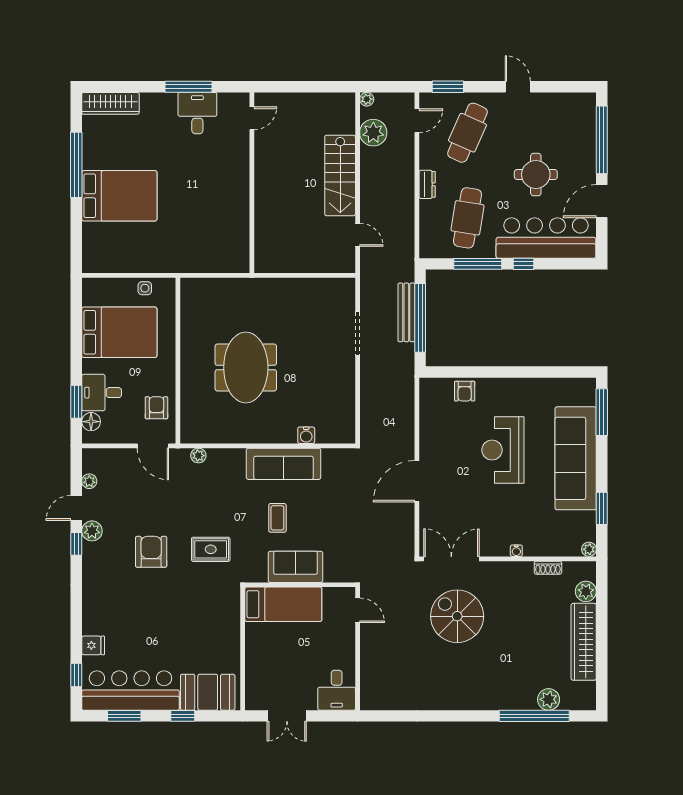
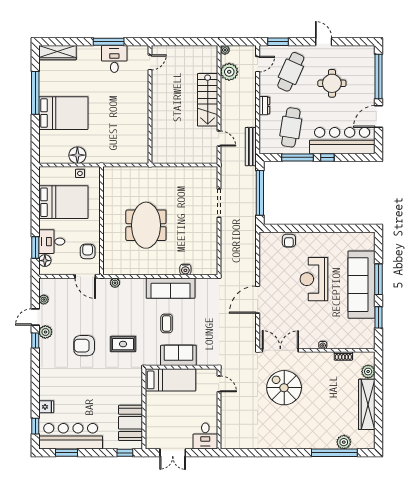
round table: (536, 175) -> (332, 83), moved
floor lamp: (141, 260) -> (77, 155), added
bench: (406, 312) -> (251, 147), moved
window: (602, 412) -> (379, 279), moved
plant: (589, 549) -> (370, 344), removed
armchair: (151, 552) -> (84, 346), turned -90
booth: (208, 692) -> (131, 423), moved, turned 90
window: (183, 716) -> (125, 453), moved

